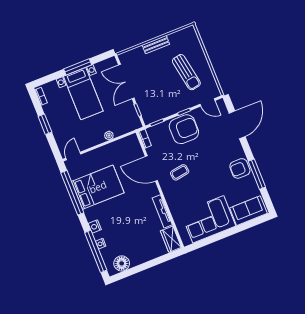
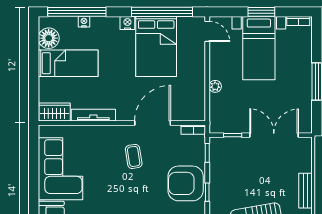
bed with nightstands: (83, 94) -> (259, 48), moved, turned -90
armchair: (184, 129) -> (186, 183), turned 90
nightstand: (95, 227) -> (127, 23), moved
bed: (133, 243) -> (68, 63), added

